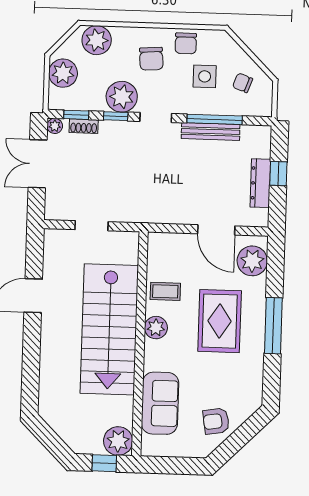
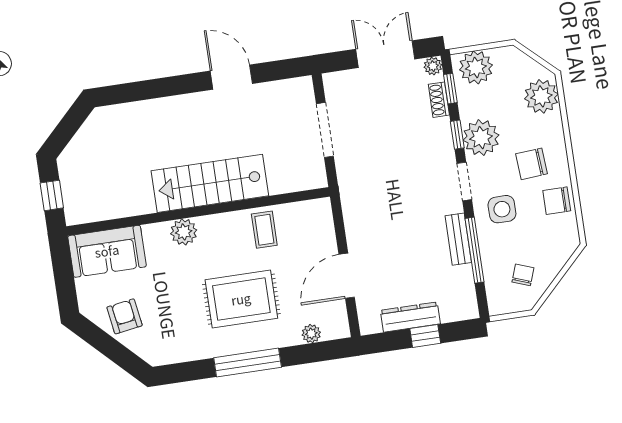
plant: (63, 73) -> (476, 67), moved
side table: (205, 76) -> (502, 209), moved
bench: (211, 132) -> (458, 239), width x0.73
doorway: (92, 226) -> (325, 130), width x1.38
plant: (252, 261) -> (311, 334), width x0.53, depth x0.53
plant: (156, 328) -> (184, 232), moved
stairs: (109, 329) -> (210, 183), width x0.73, depth x0.66
sofa: (160, 403) -> (107, 251), moved
plant: (118, 441) -> (81, 207), removed

